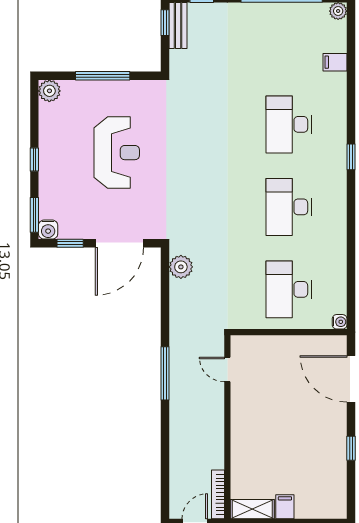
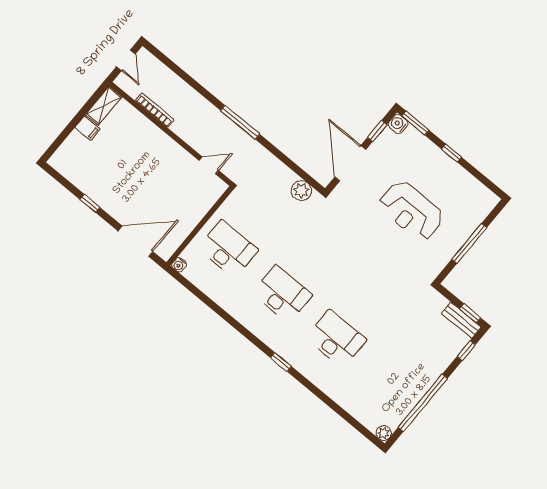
filing cabinet: (335, 62) -> (352, 403), removed
plant: (49, 91) -> (488, 200), removed
bookcase: (218, 494) -> (155, 110), moved

